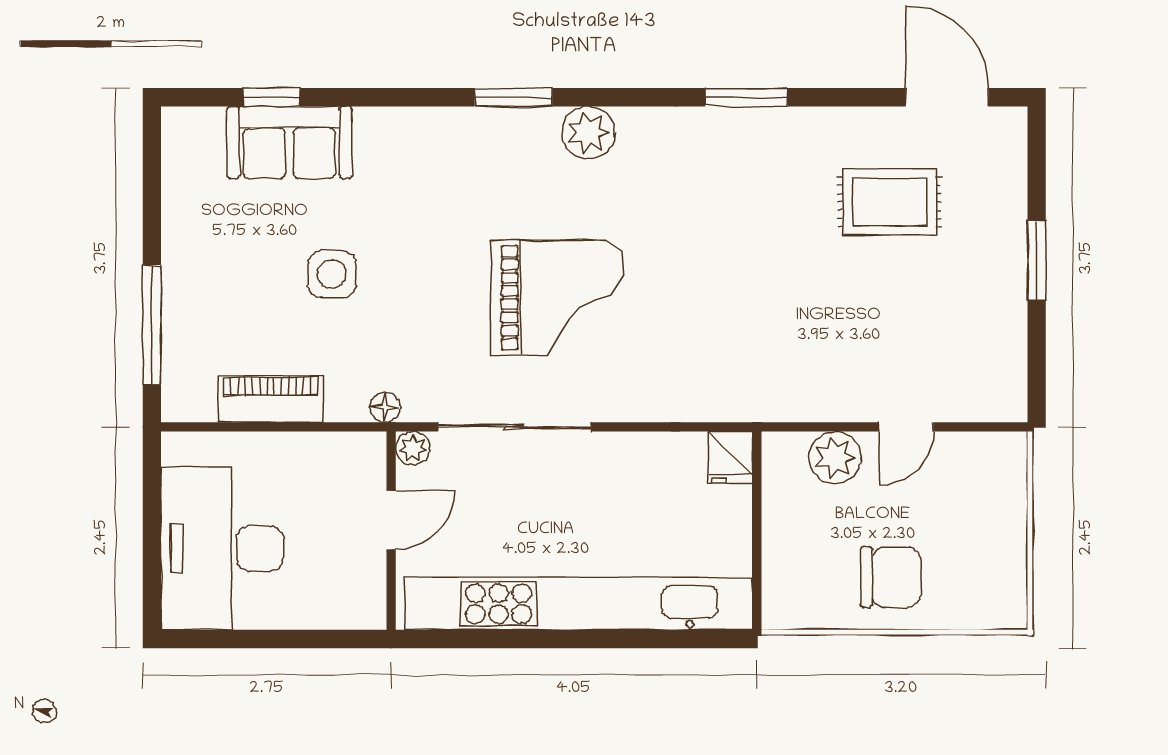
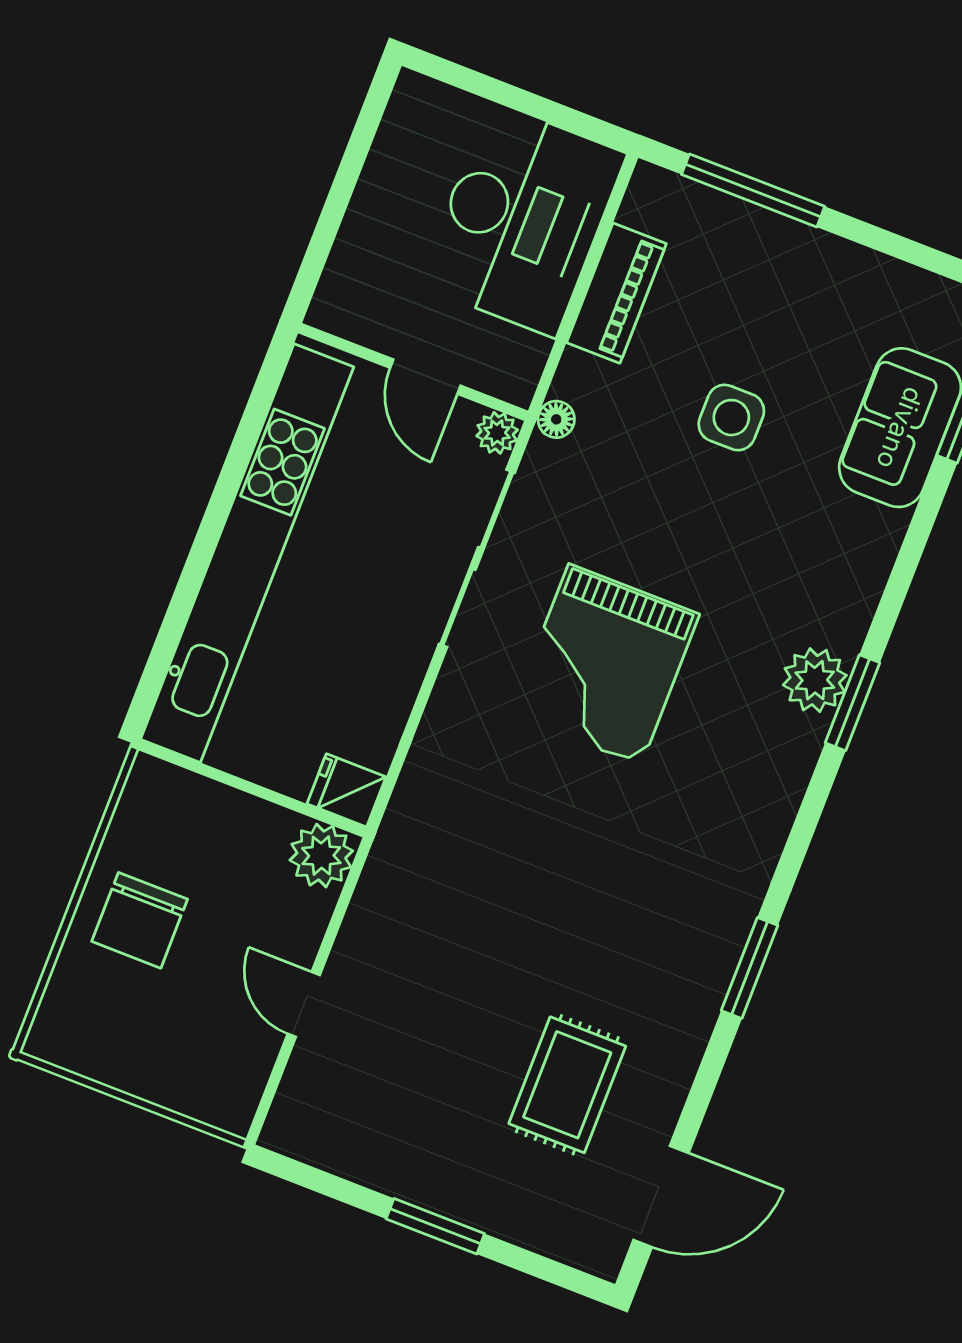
plant: (588, 133) -> (815, 680), moved
plant: (835, 458) -> (321, 856), moved
desk: (222, 549) -> (522, 220), moved, turned 90

